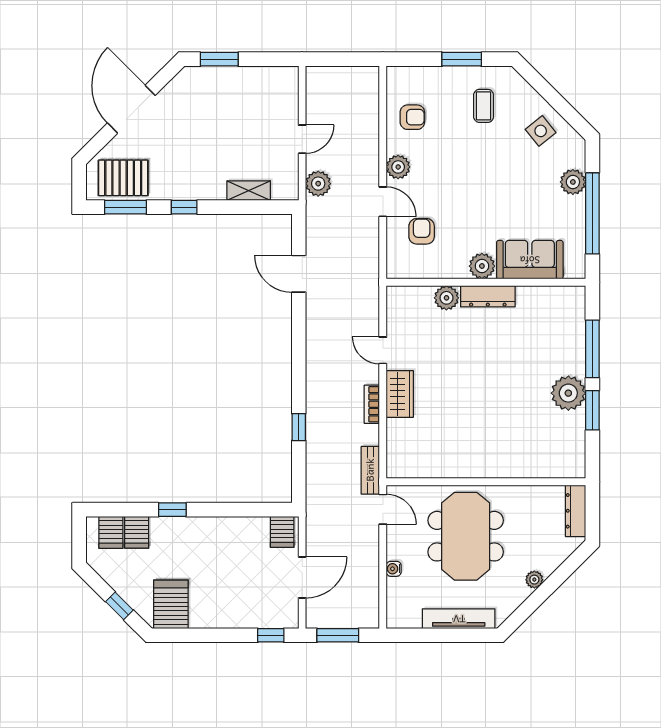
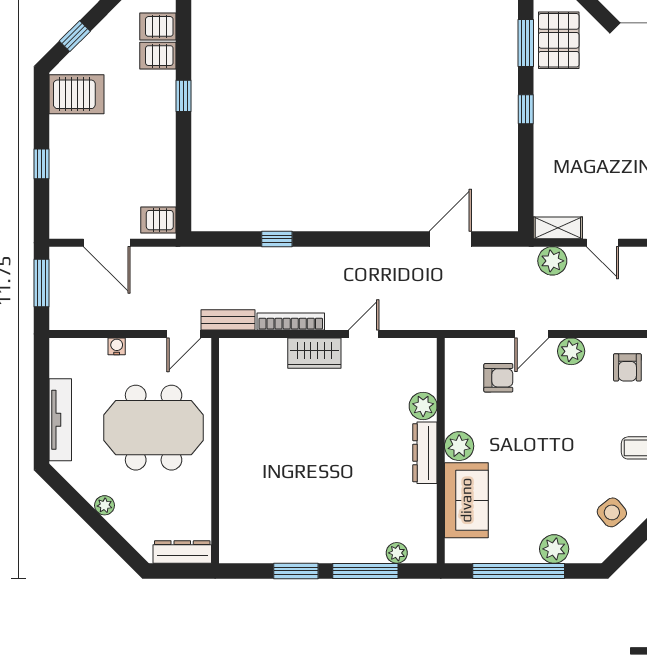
shelving: (249, 191) -> (558, 228), moved, turned 90
plant: (568, 393) -> (397, 553), moved, width x0.53, depth x0.53
bookcase: (372, 404) -> (291, 322), width x1.56
window: (271, 635) -> (42, 164), moved

